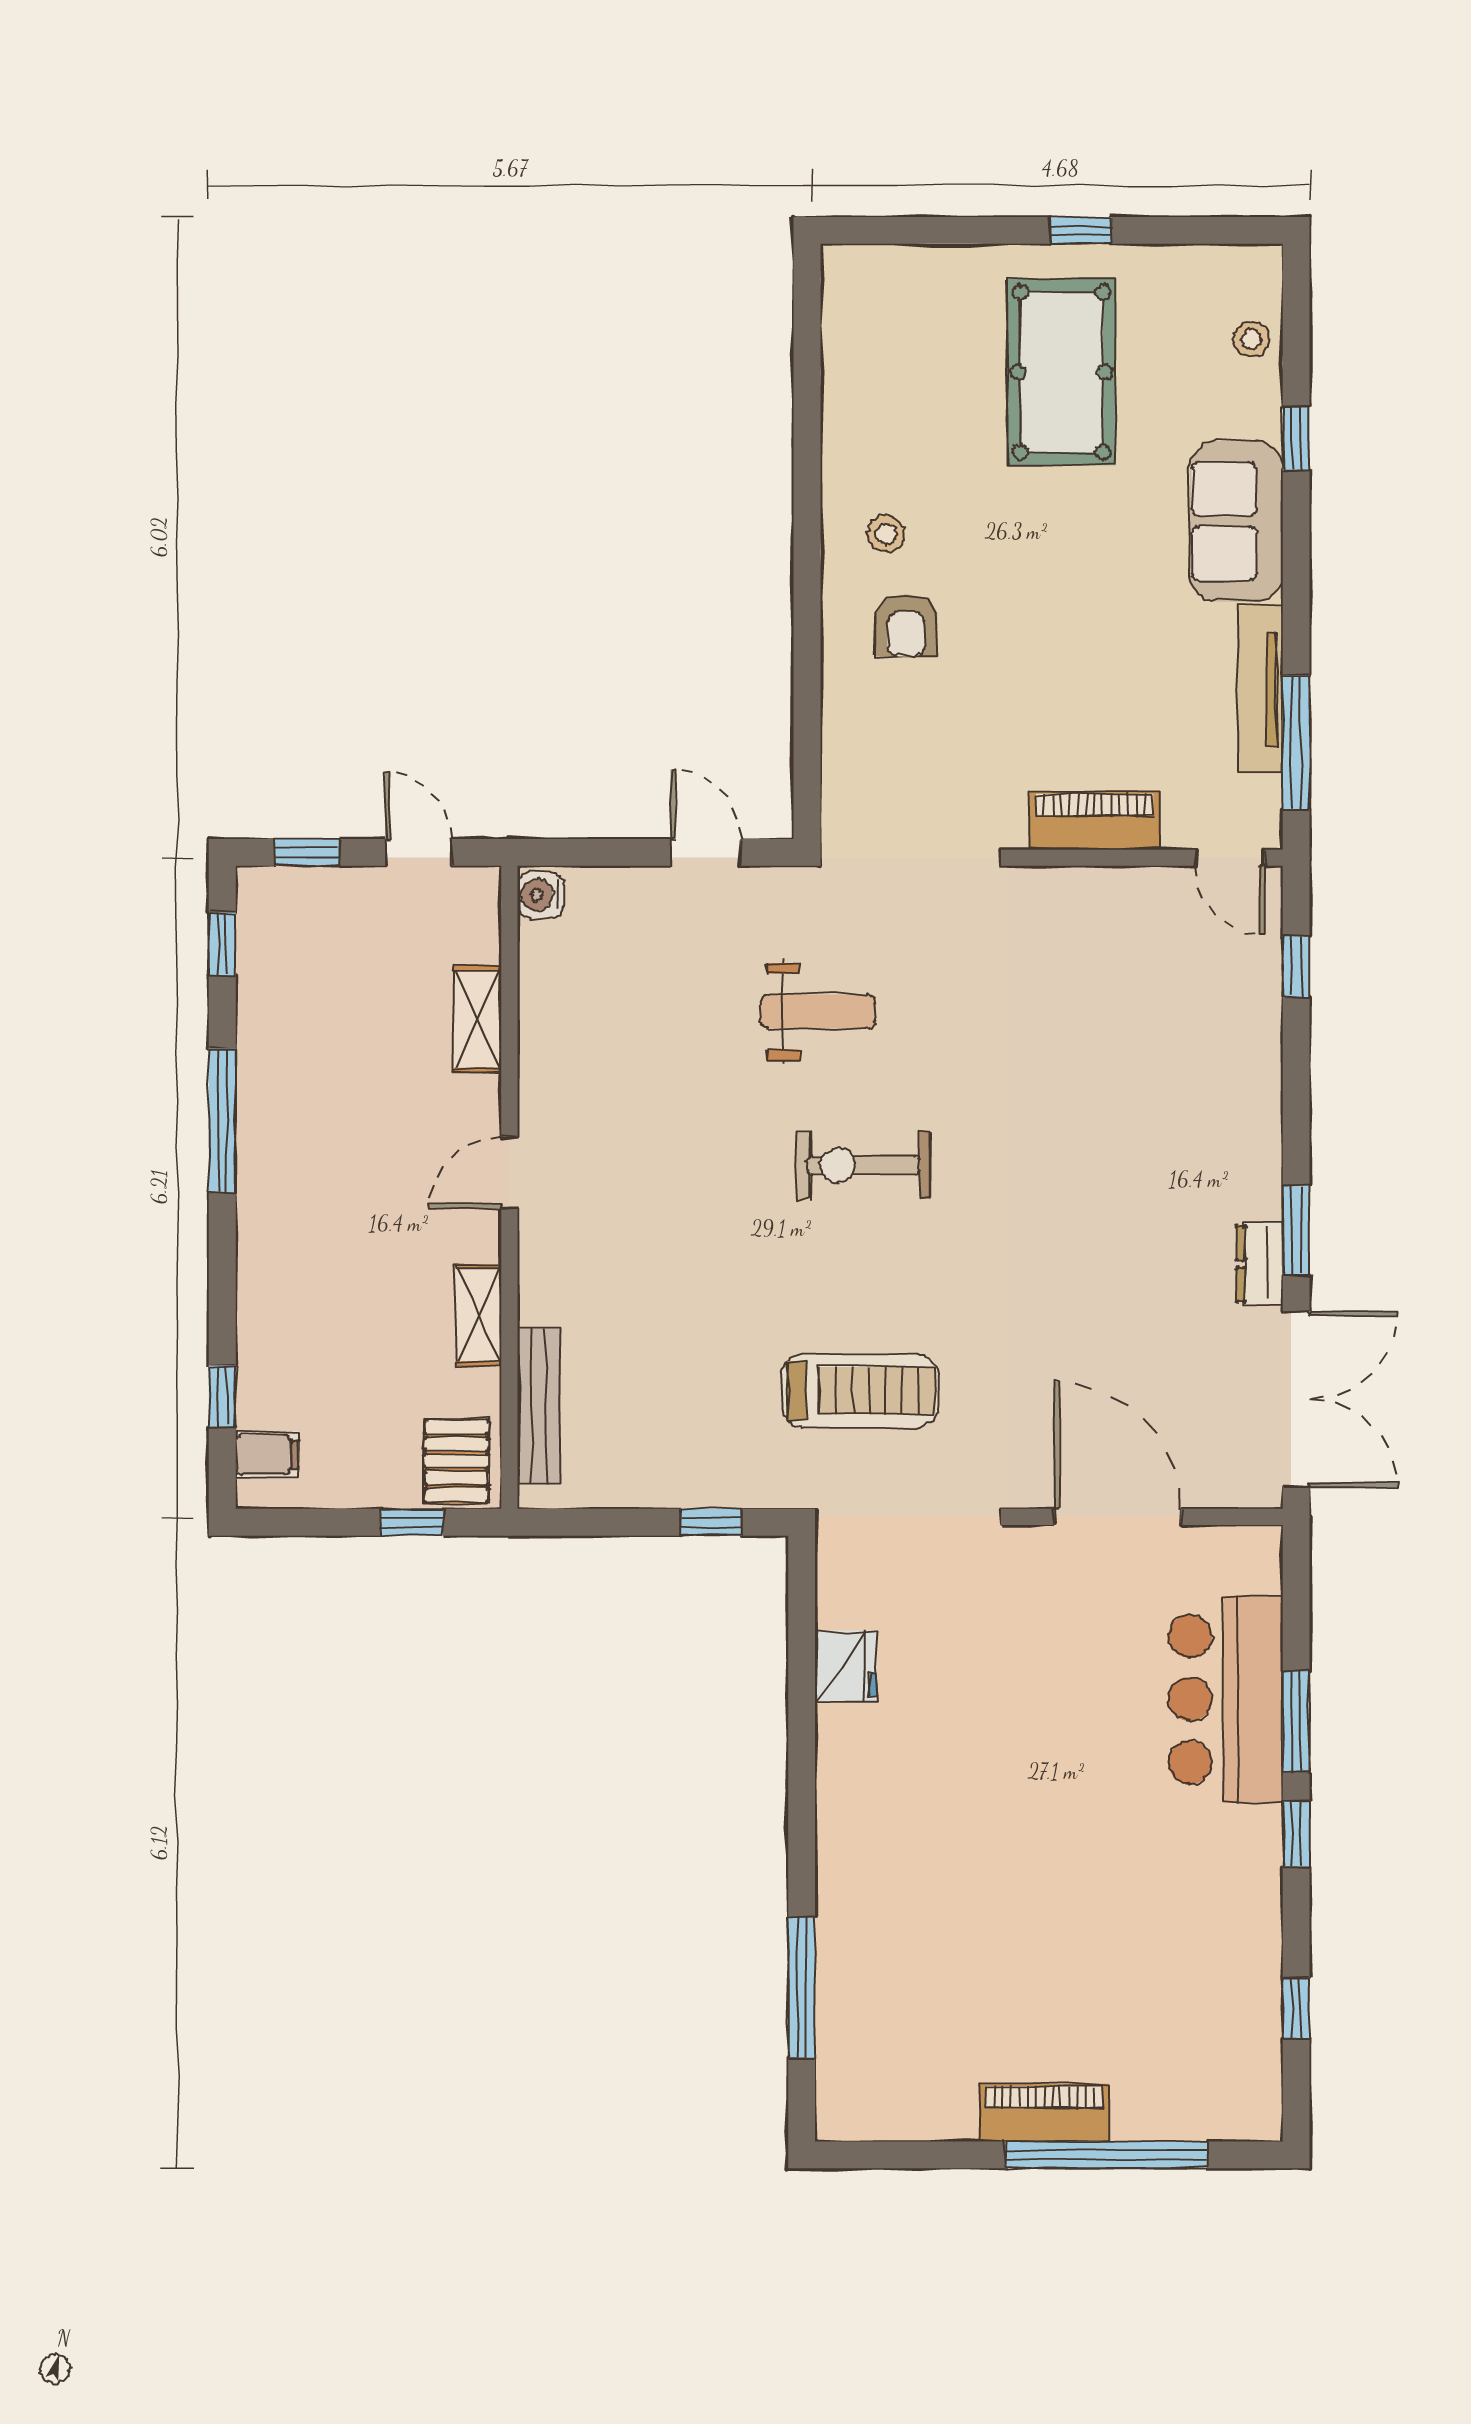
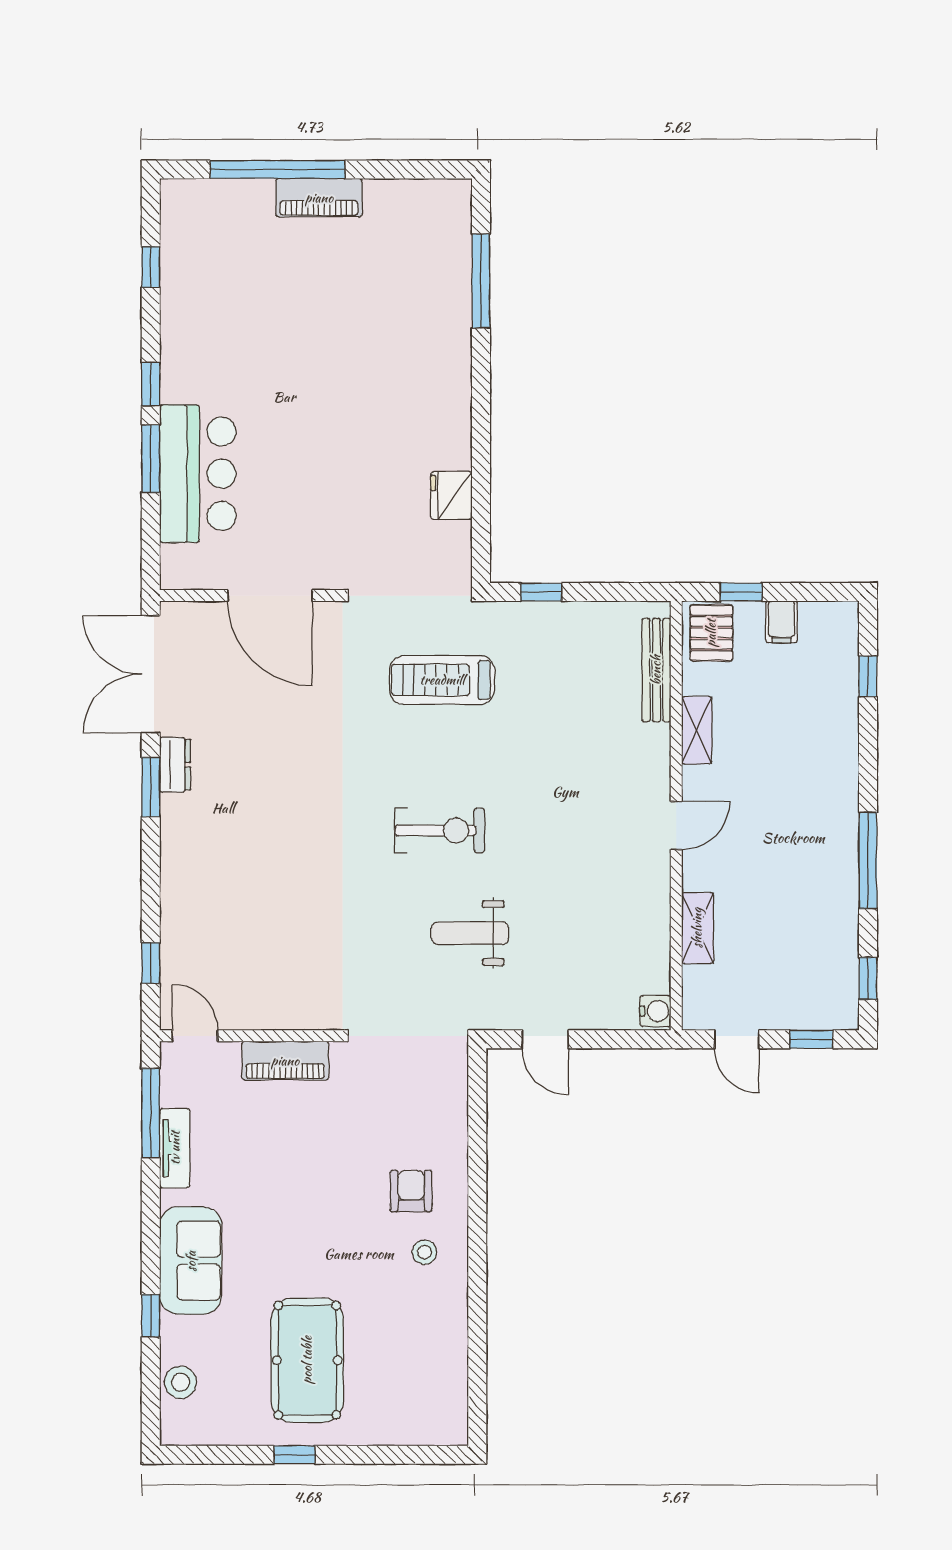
stool: (1251, 339) -> (180, 1382), width x1.37, depth x1.37
tv unit: (1260, 690) -> (175, 1148), width x0.71
filing cabinet: (267, 1455) -> (781, 622), moved, turned -90

